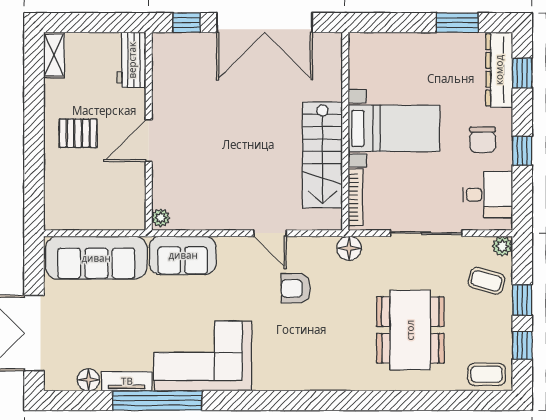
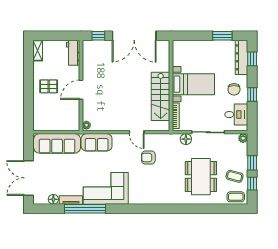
floor lamp: (349, 248) -> (186, 139), moved
coffee table: (486, 281) -> (235, 176), moved

